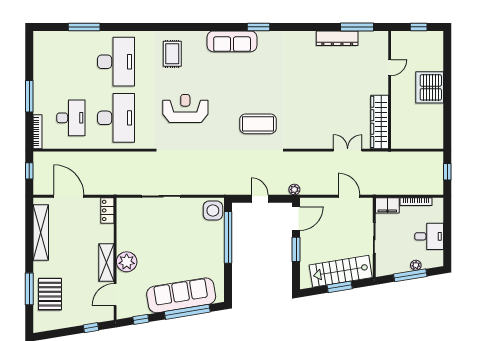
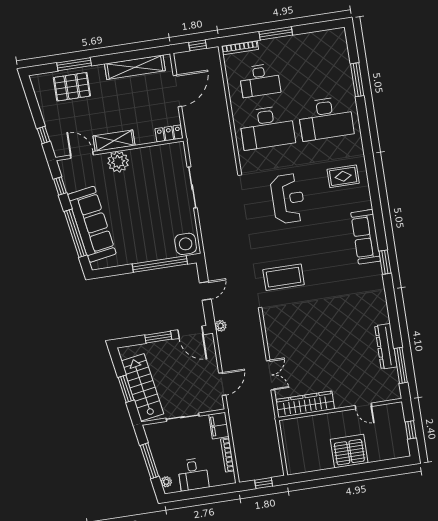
coffee table: (258, 124) -> (284, 277), turned 90
plant: (416, 265) -> (166, 482), moved

